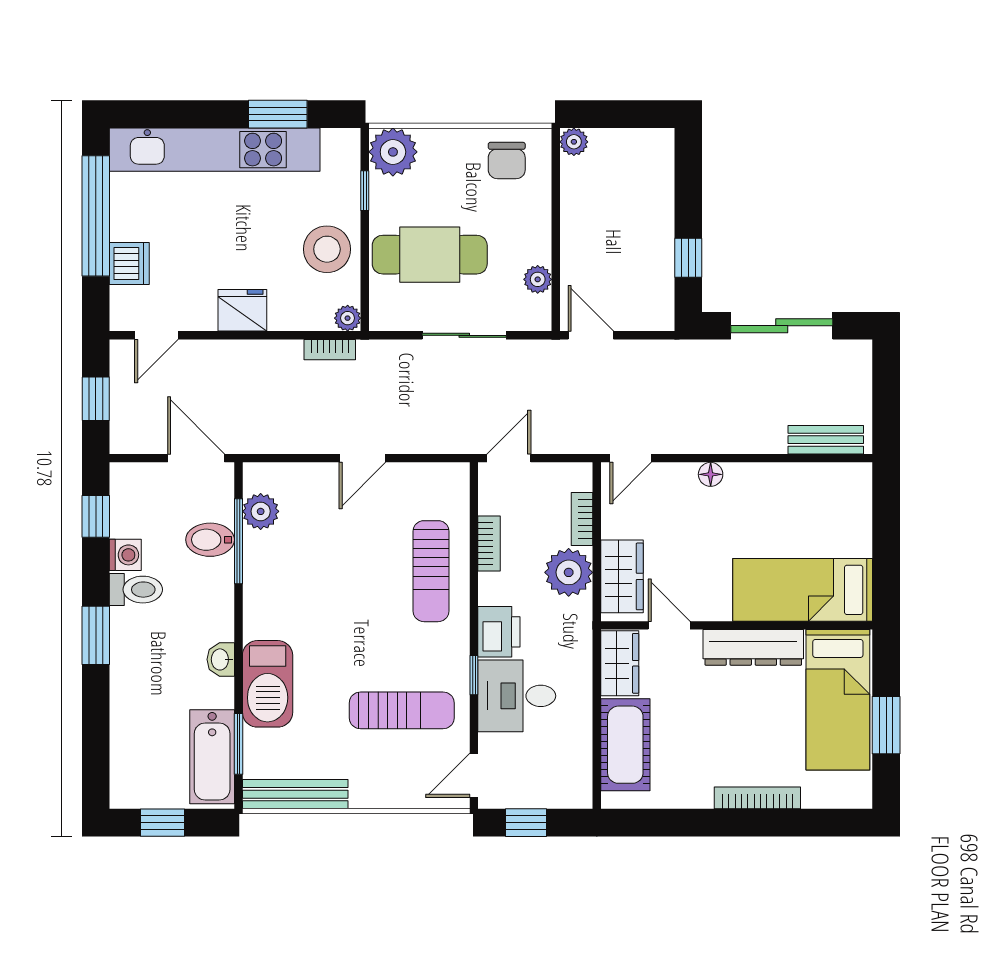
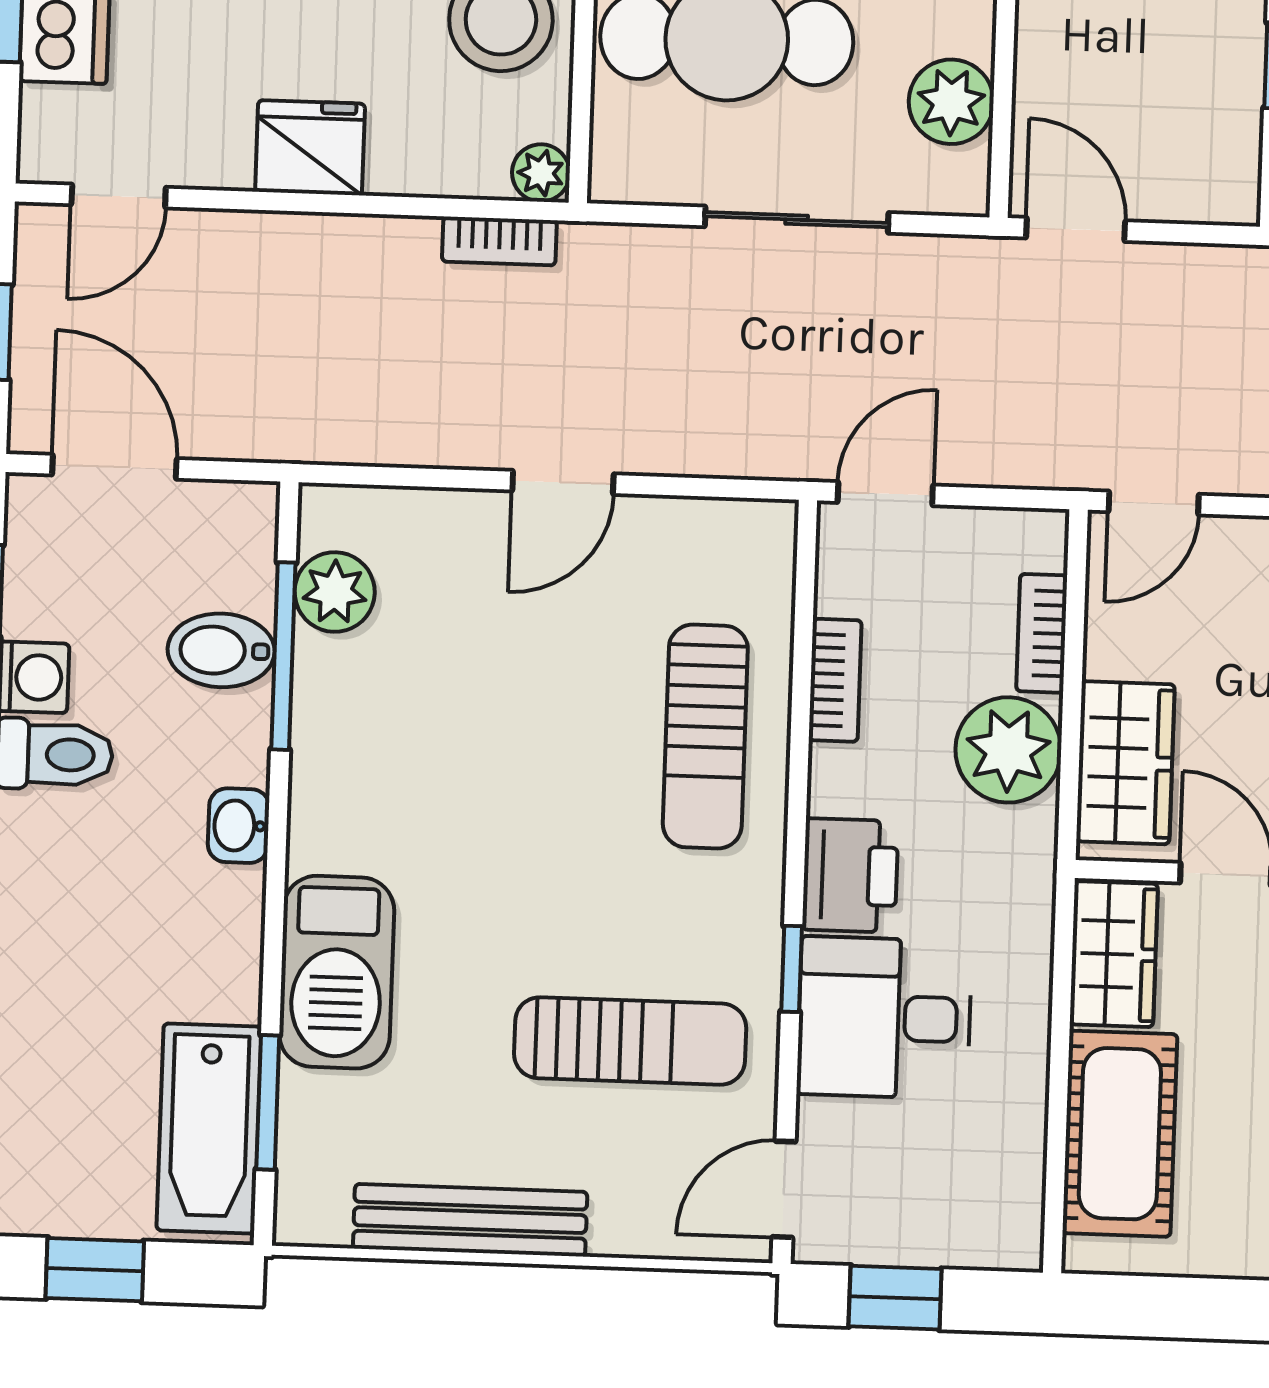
plant: (538, 279) -> (951, 102), width x1.38, depth x1.38
door: (196, 458) -> (114, 467), moved
washbasin: (221, 659) -> (239, 826), moved
bench: (295, 794) -> (470, 1220), moved

